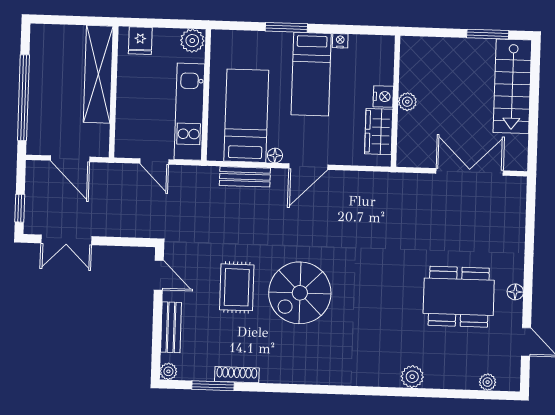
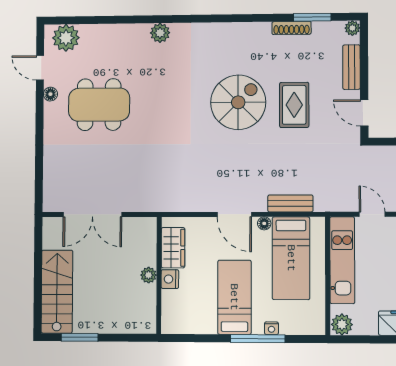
window: (286, 27) -> (258, 339), width x1.44
nightstand: (340, 41) -> (271, 328), moved
door: (308, 167) -> (234, 214), swing flipped
floor lamp: (515, 292) -> (50, 94), moved
plant: (412, 377) -> (160, 33), moved
plant: (488, 382) -> (66, 38), width x1.87, depth x1.87

